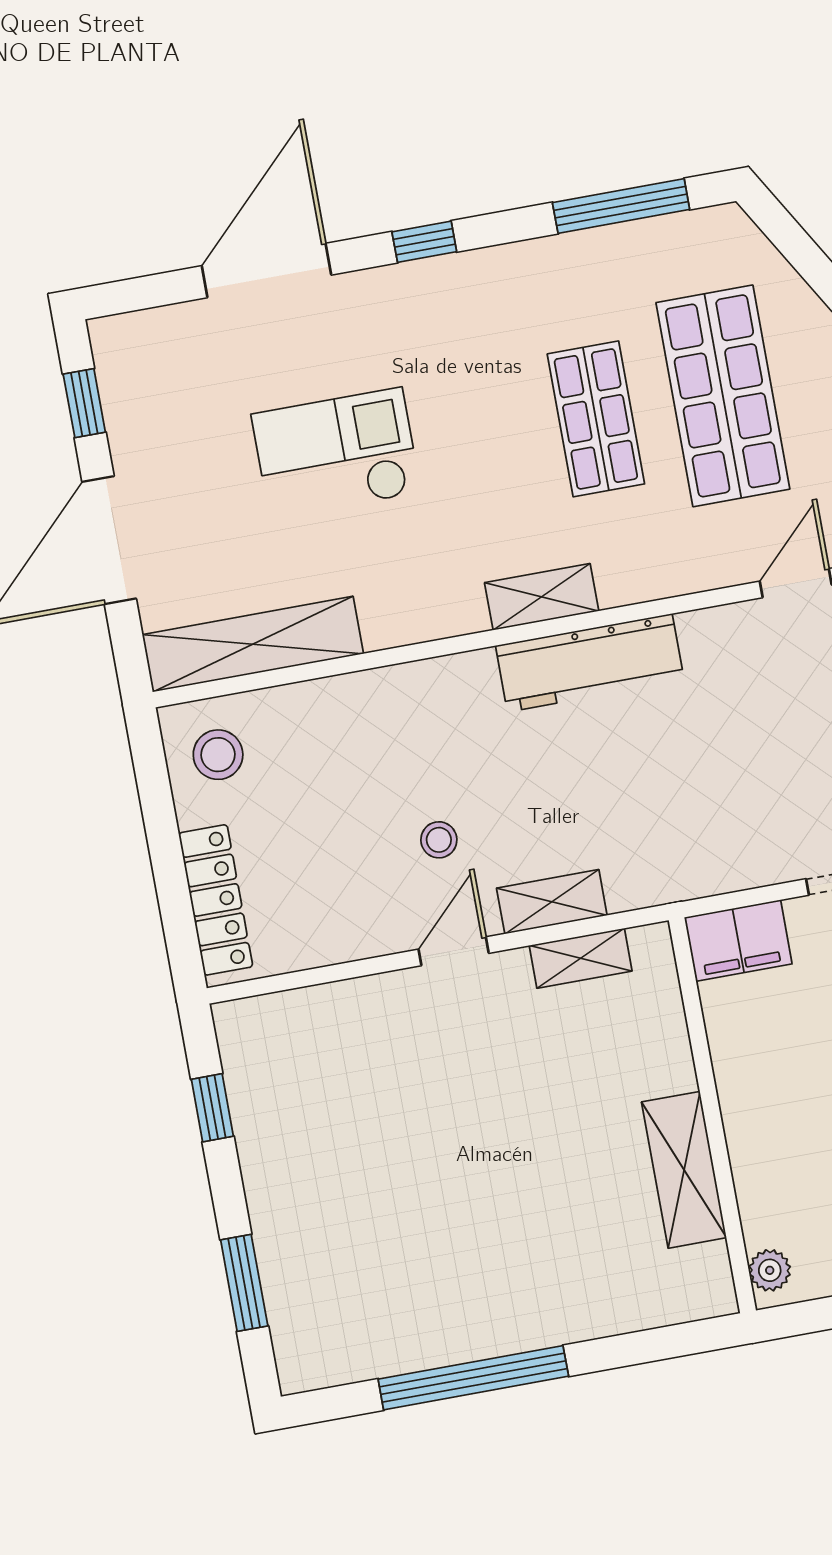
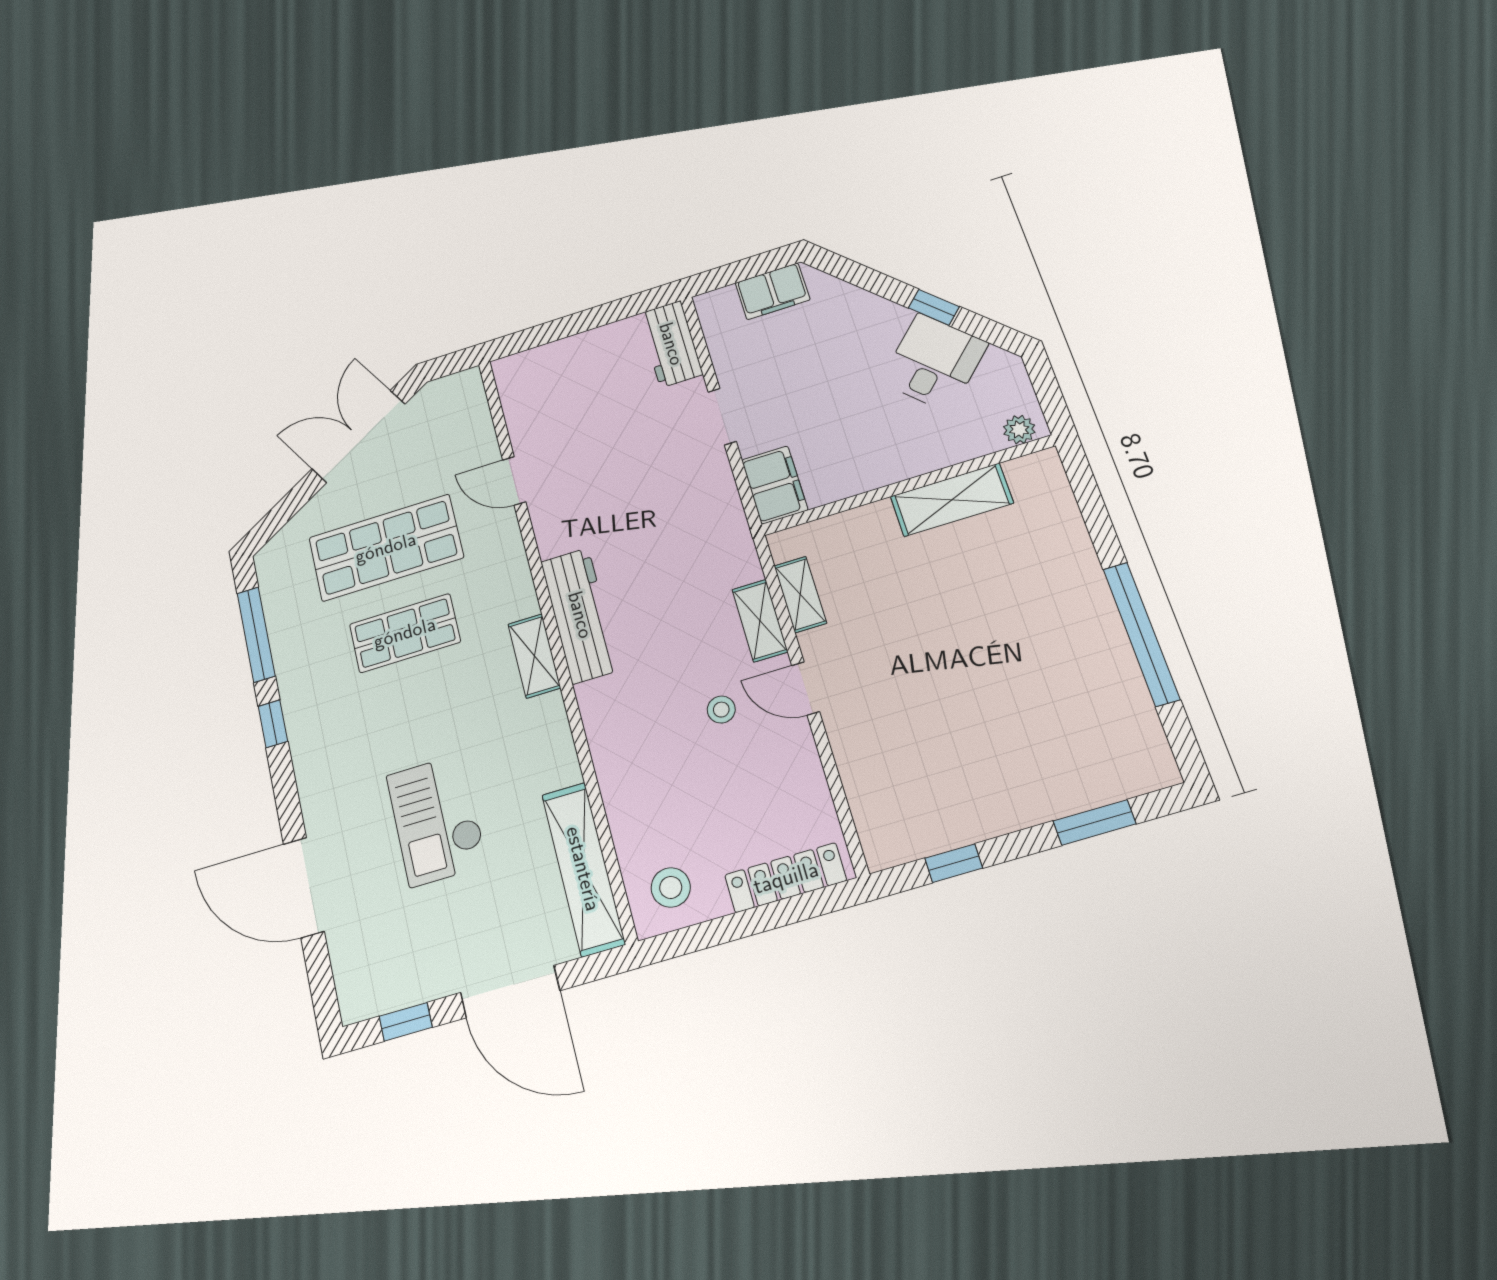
window: (424, 242) -> (273, 724), moved

